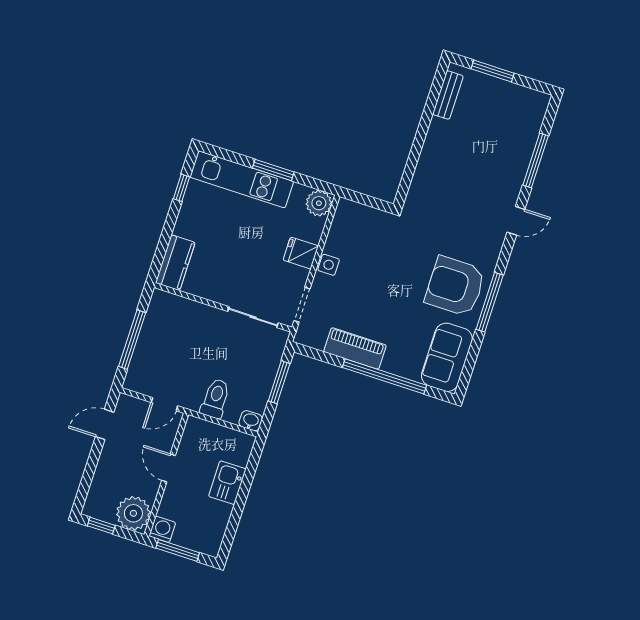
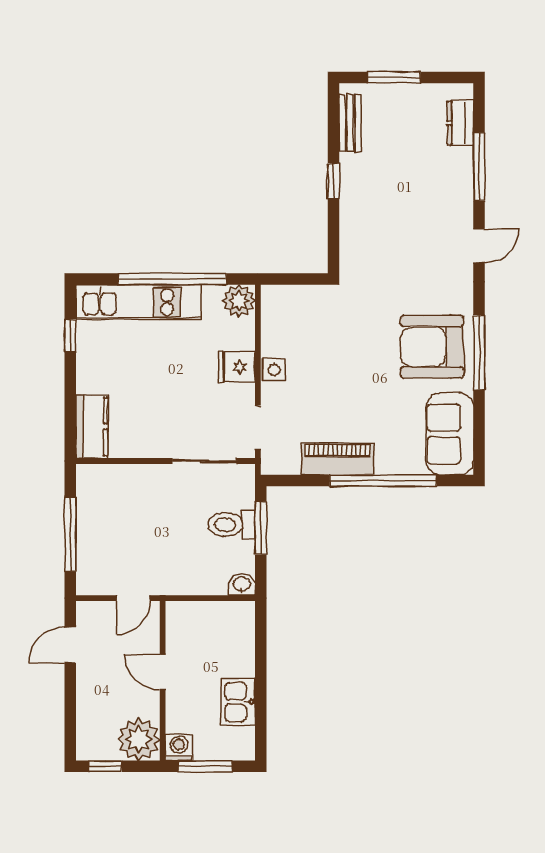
dresser: (532, 122) -> (460, 123), added
window: (421, 135) -> (333, 181), added
window: (273, 170) -> (172, 279), width x2.11
toilet: (215, 399) -> (232, 525), moved, turned -90
kitchen sink: (227, 483) -> (238, 702), moved

